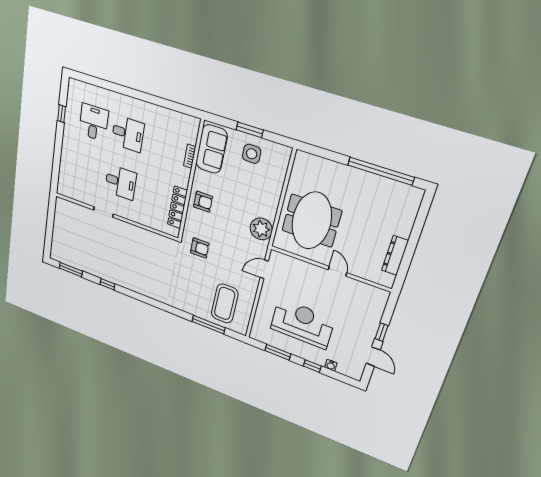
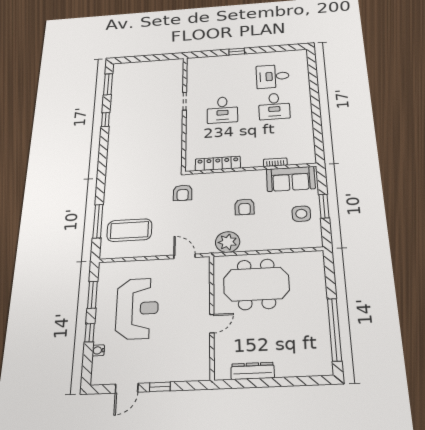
window: (62, 114) -> (237, 52), moved
desk: (94, 122) -> (273, 76), turned 180
armchair: (203, 202) -> (245, 207), moved

